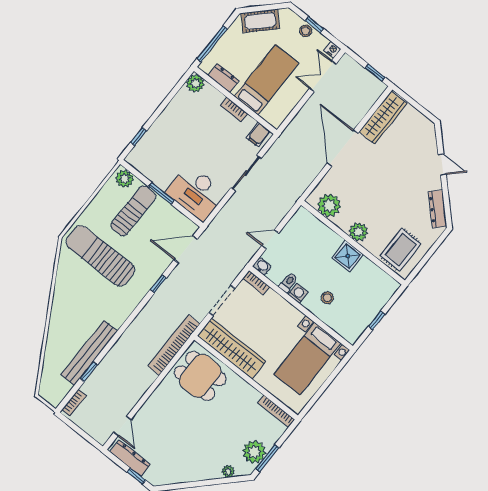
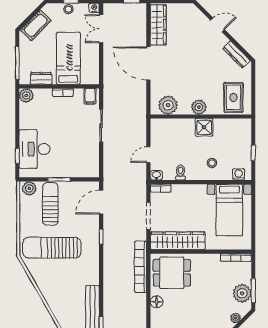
desk: (196, 193) -> (34, 149), moved, turned 90
washing machine: (298, 293) -> (239, 174), moved
floor lamp: (162, 393) -> (157, 302), added

